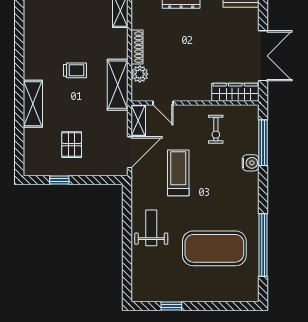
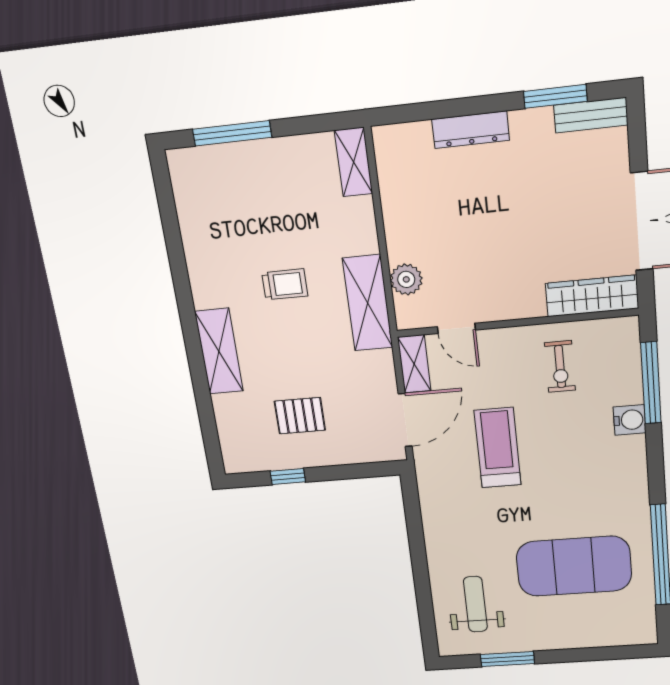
shoe rack: (137, 47) -> (395, 229), removed
pallet: (72, 145) -> (300, 416), turned 90
weight bench: (151, 228) -> (475, 604), moved
window: (171, 306) -> (507, 659), width x1.50

